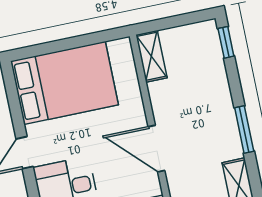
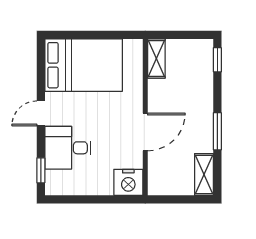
door: (156, 149) -> (145, 132), swing flipped

